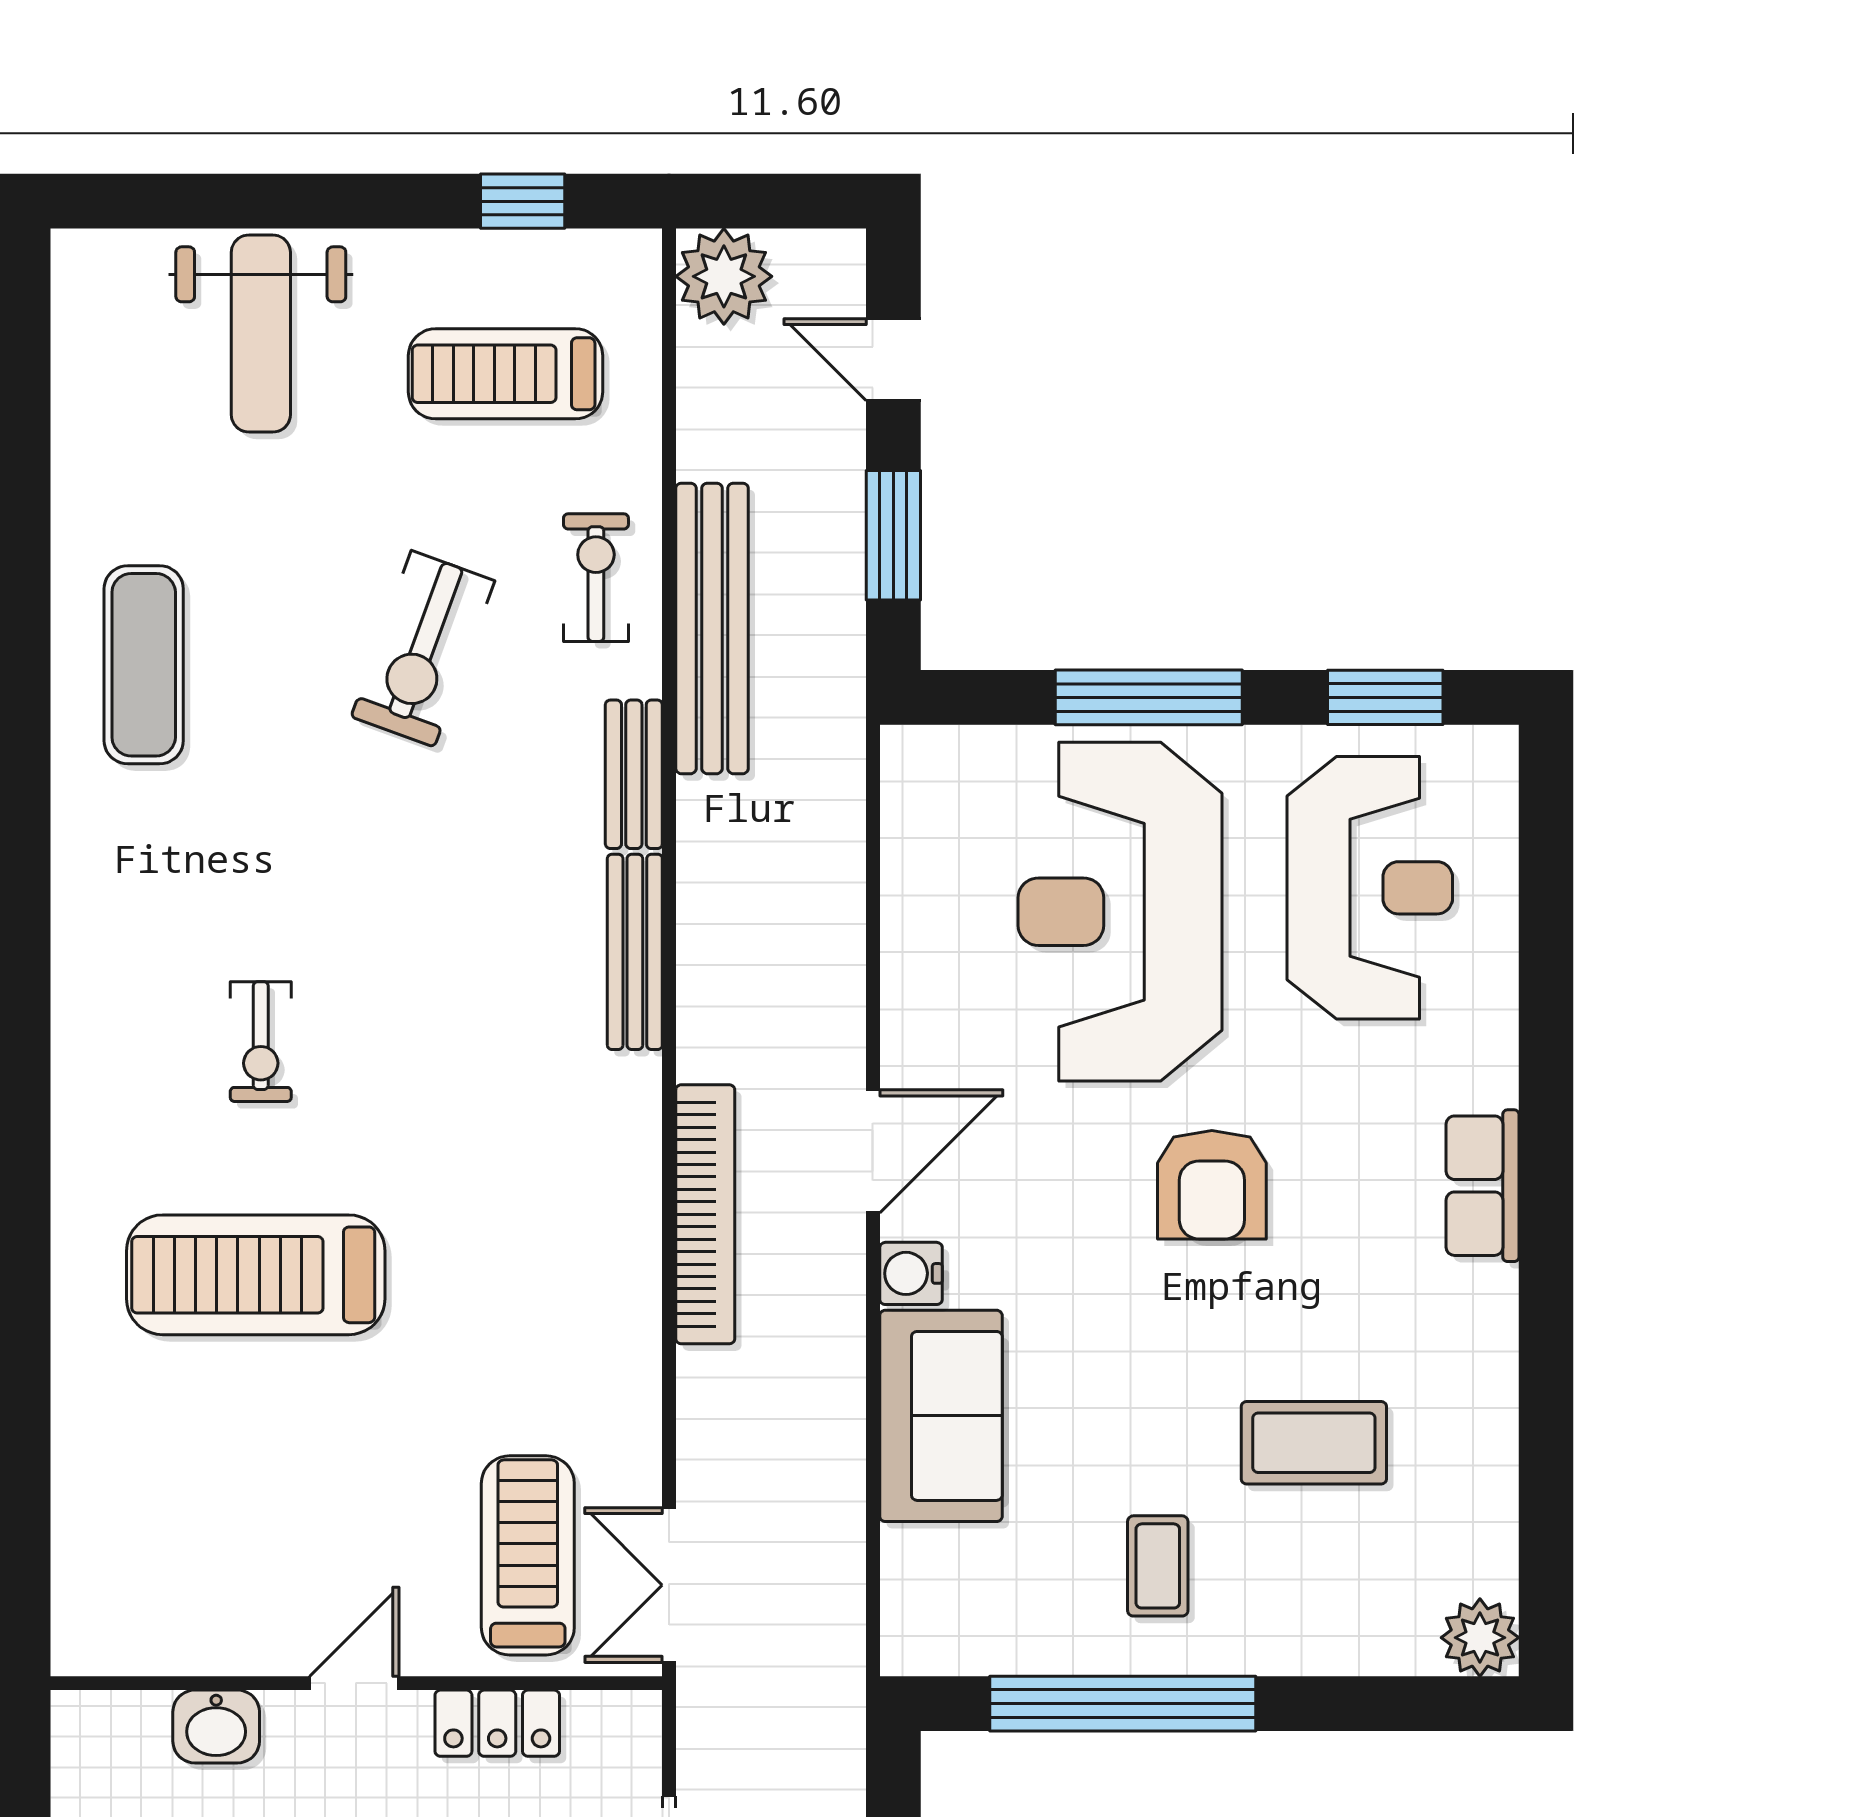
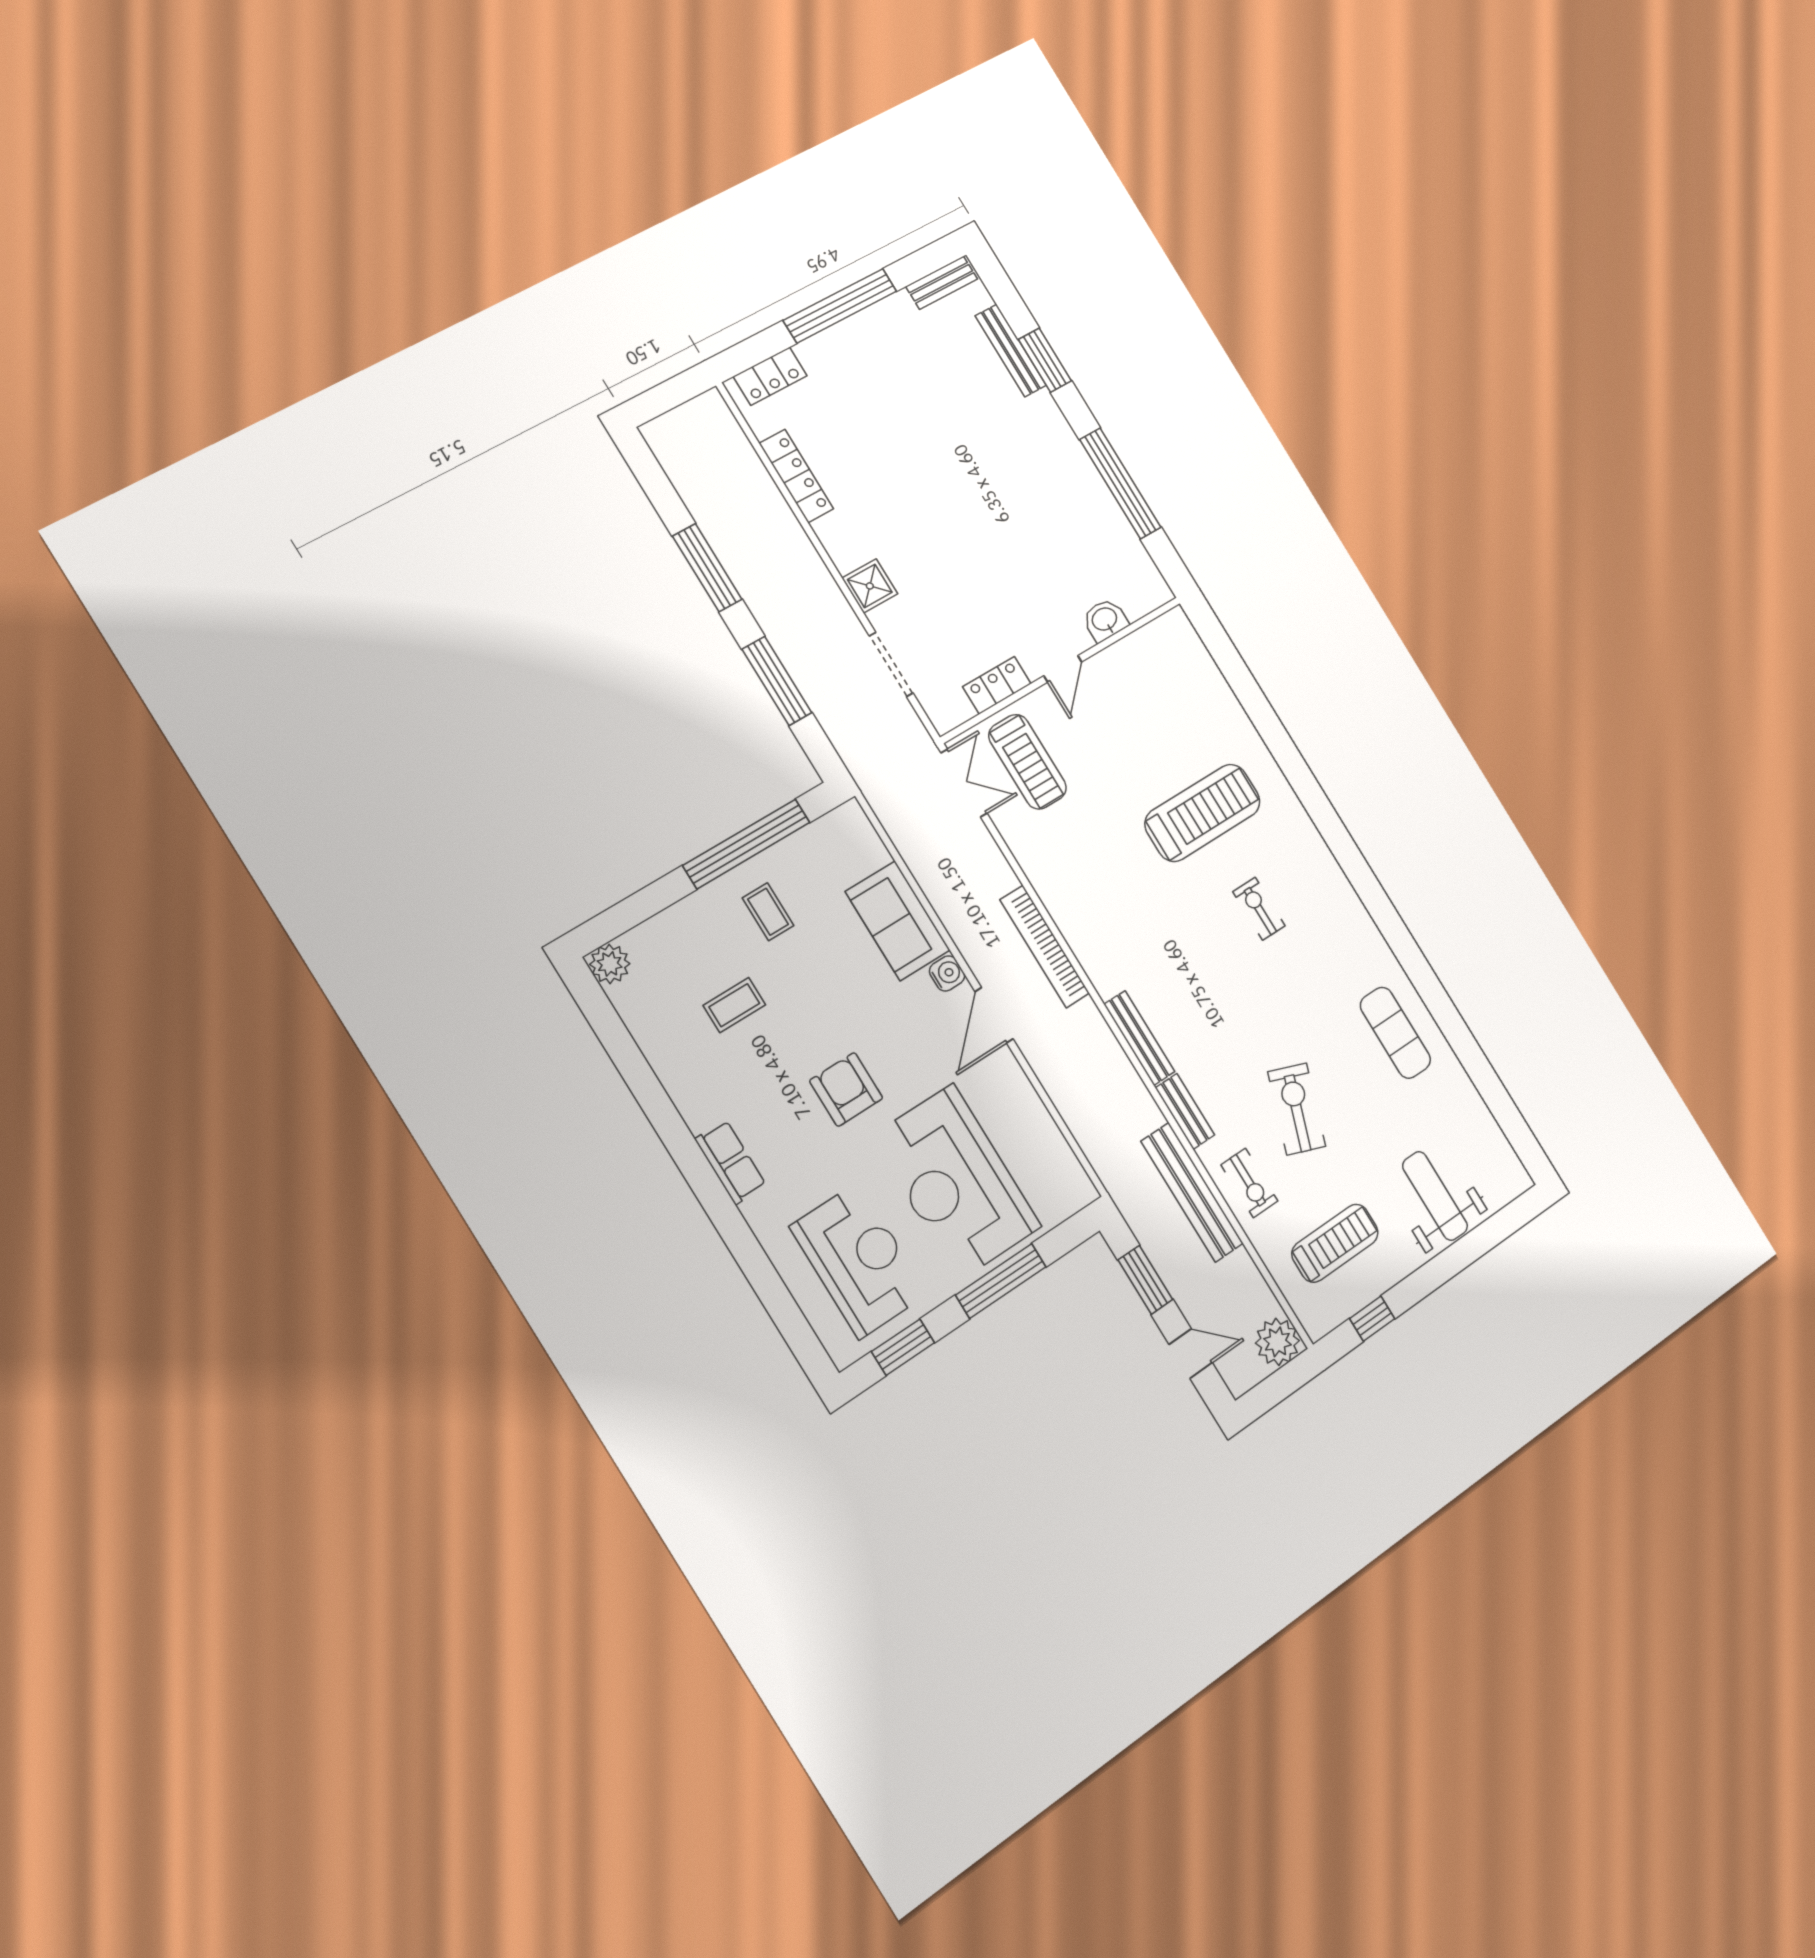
reception desk: (1370, 888) -> (859, 1260), turned 180
reception desk: (1120, 912) -> (956, 1182), turned 180
coffee table: (1314, 1443) -> (734, 1005), width x0.73, depth x0.77

